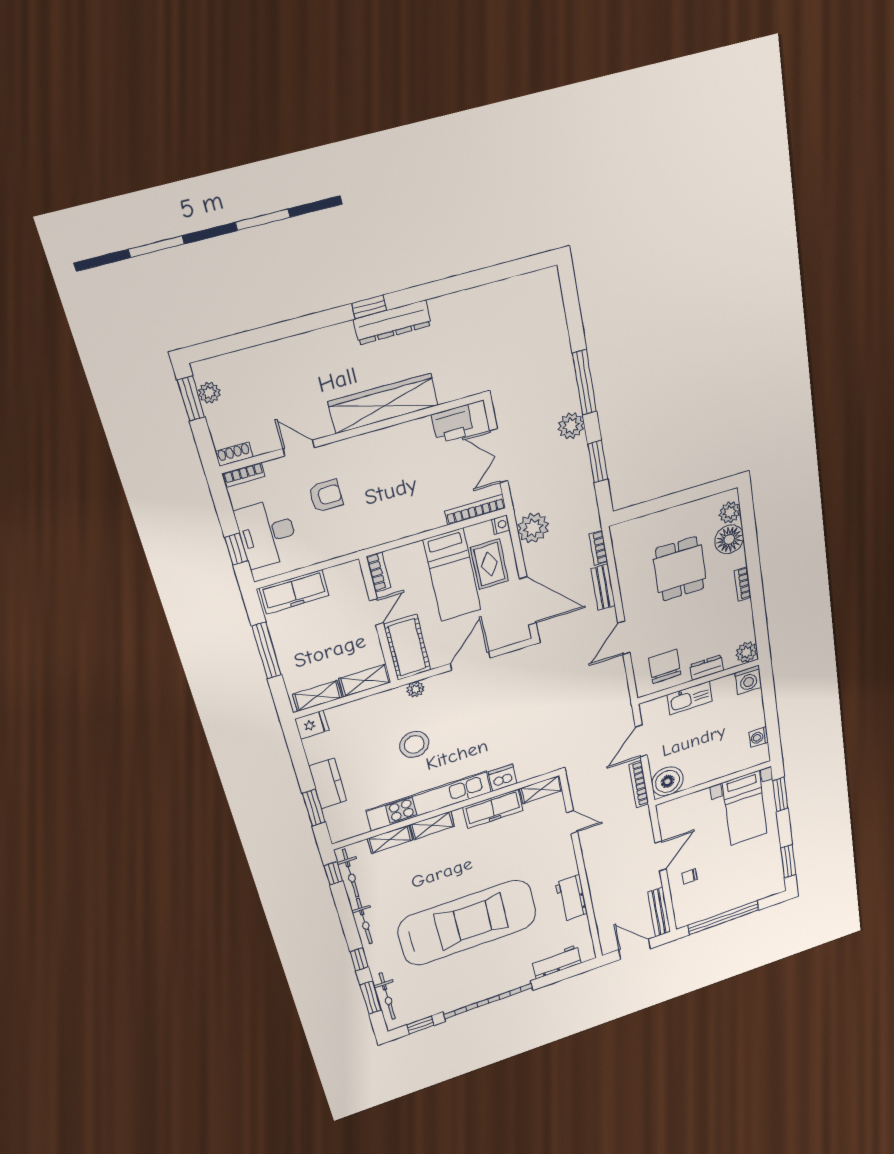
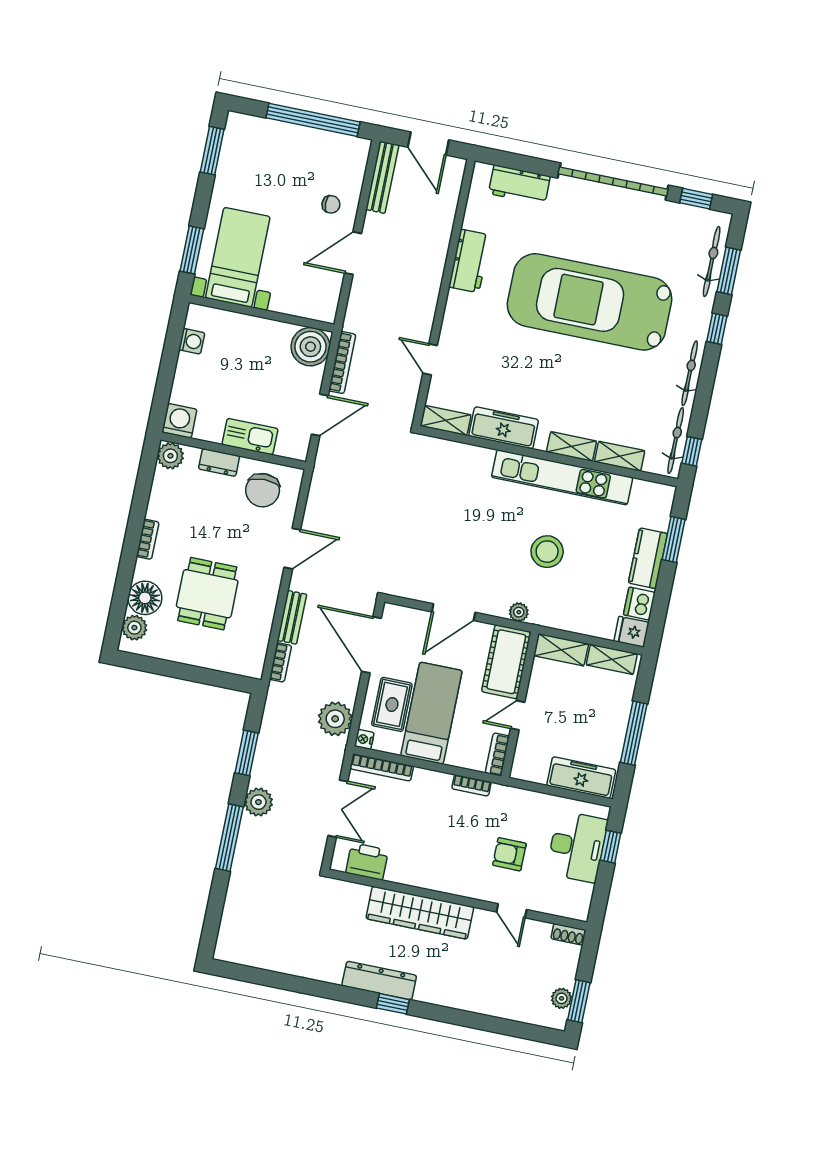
bookcase: (244, 475) -> (471, 785), moved, turned 180
dishwasher: (503, 778) -> (639, 604), moved, turned 90

